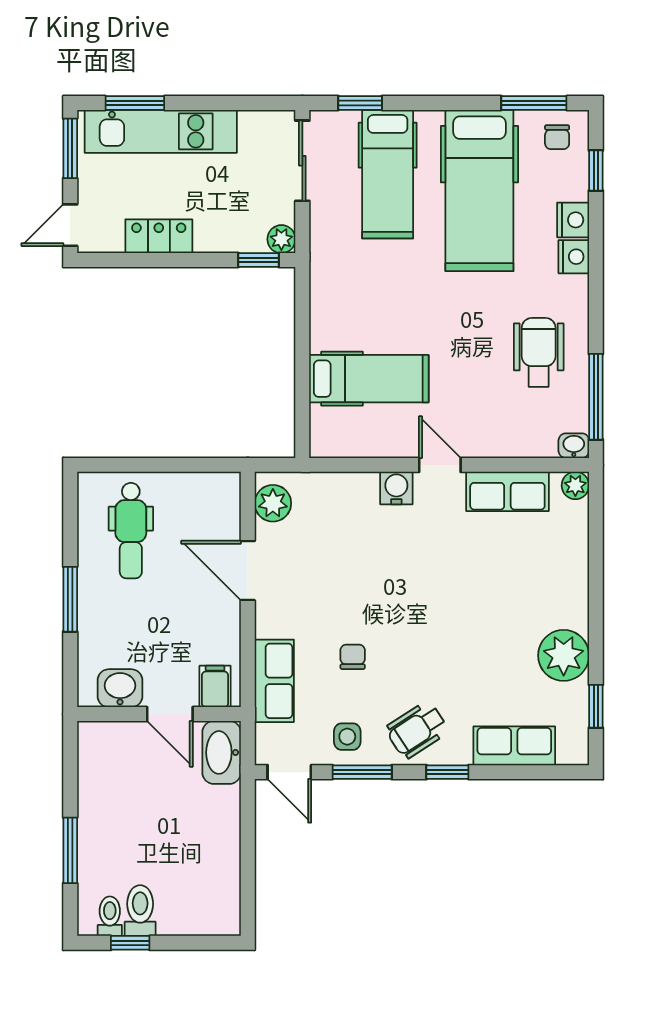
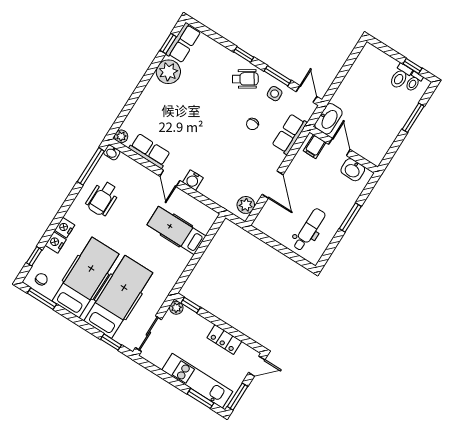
hospital bed: (388, 174) -> (118, 297), width x1.37, depth x1.29
row of seats: (514, 746) -> (183, 43), moved, turned -90

